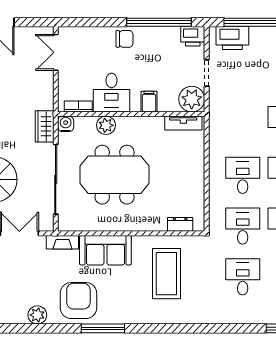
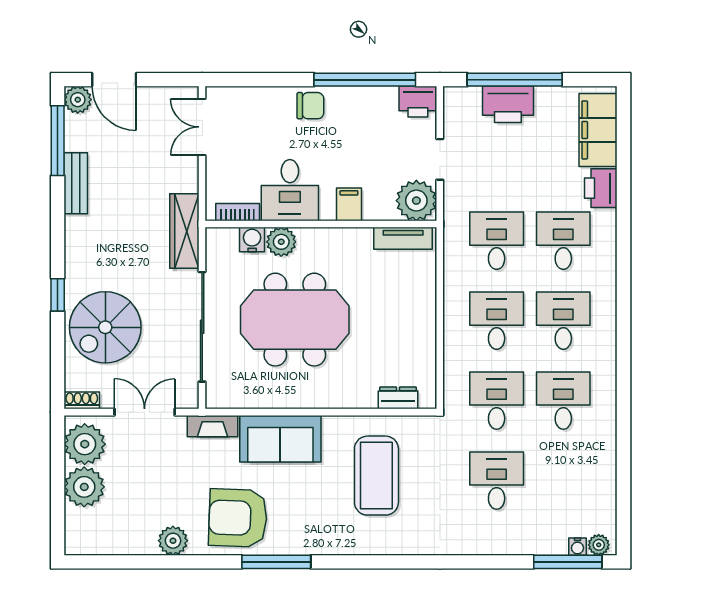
printer: (232, 38) -> (508, 104), moved
water cooler: (66, 124) -> (252, 240), moved
desk: (243, 125) -> (497, 241), added
wardrobe: (45, 126) -> (184, 231), width x1.50
armchair: (78, 301) -> (238, 518), turned -88

